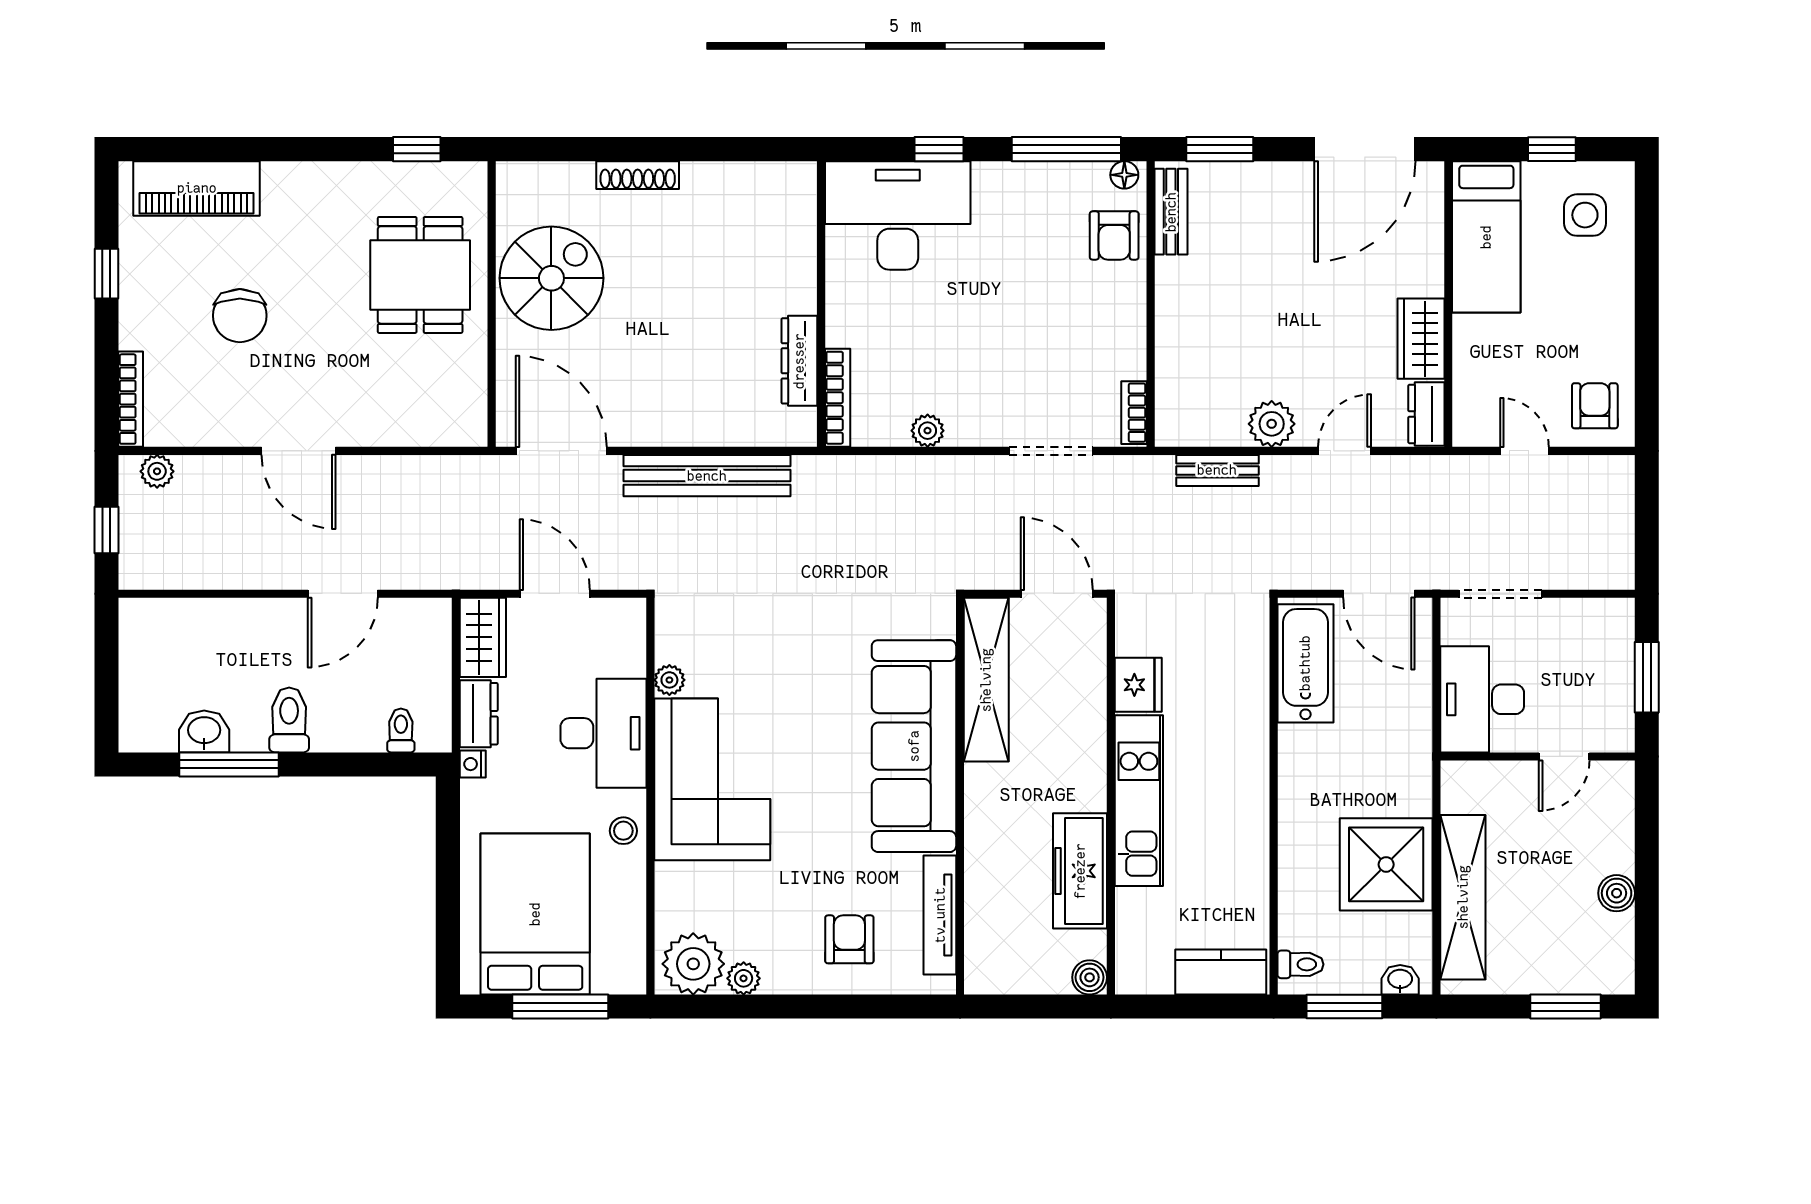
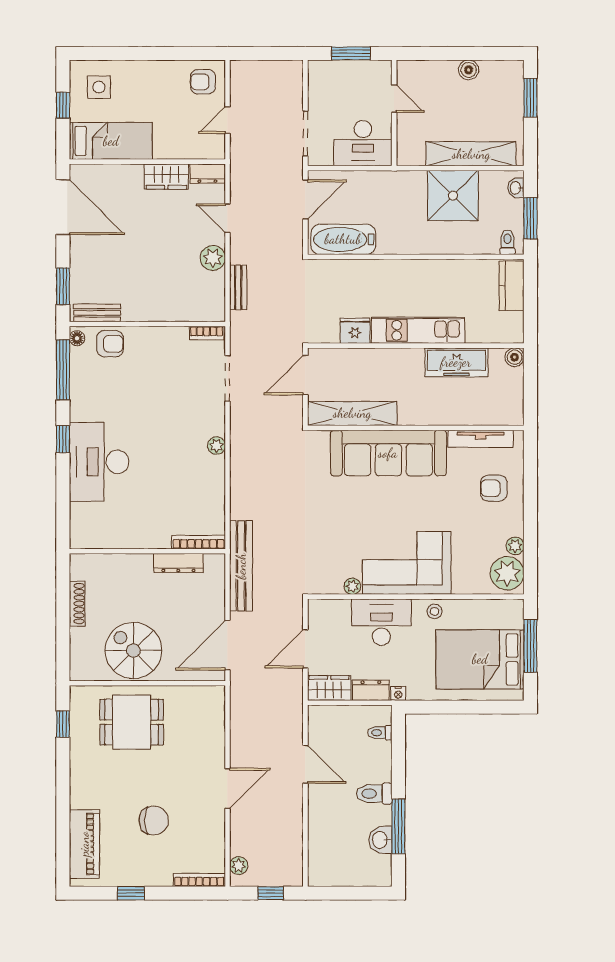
wall: (821, 304) -> (147, 551), moved
dresser: (799, 361) -> (178, 563), moved
bookcase: (838, 398) -> (198, 542), moved

